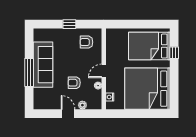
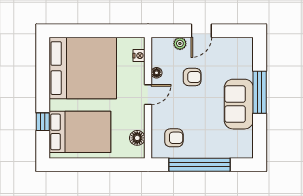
window: (69, 24) -> (199, 165), width x3.17
floor lamp: (111, 42) -> (137, 138), added
sofa: (43, 65) -> (239, 104), width x0.73
door: (68, 114) -> (201, 31), hinge flipped

